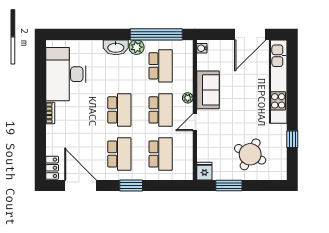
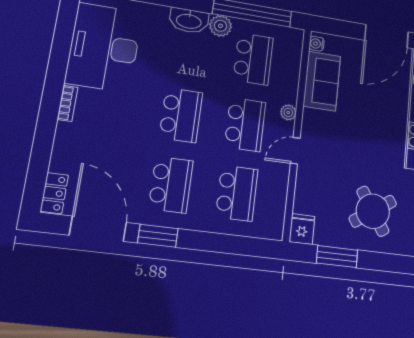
sofa: (208, 90) -> (322, 81), moved
round table: (250, 154) -> (373, 211), turned 30
window: (131, 185) -> (158, 236), moved

